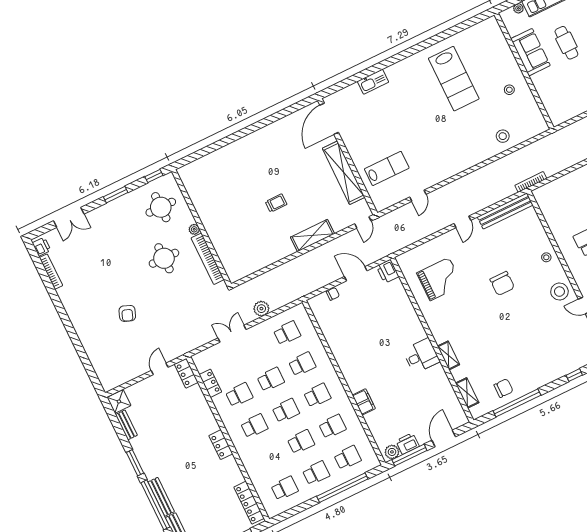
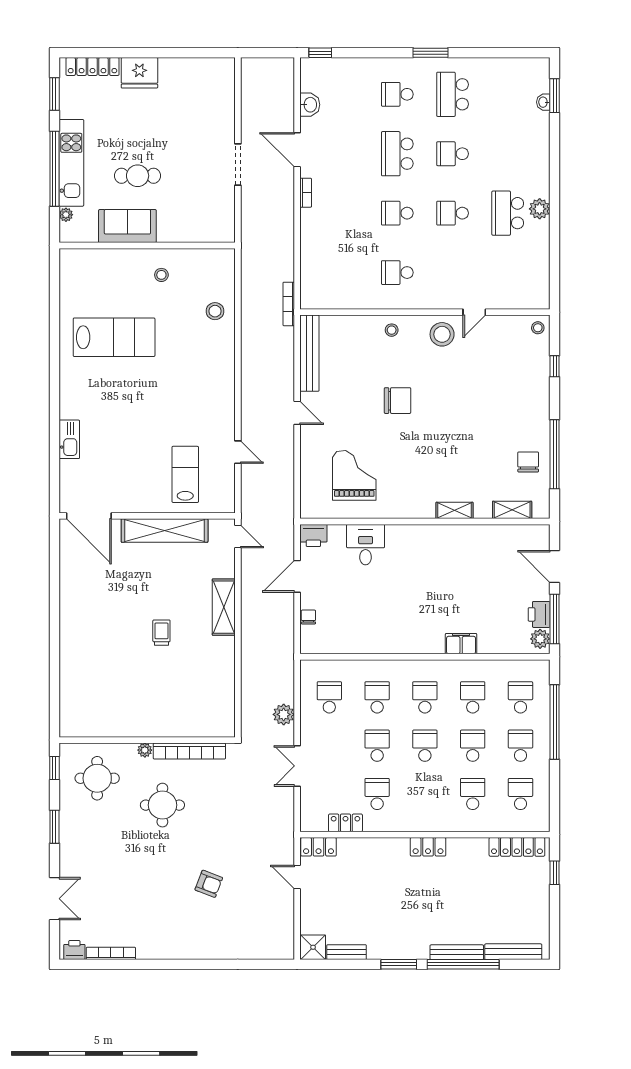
desk: (421, 356) -> (366, 545), moved
school desk: (254, 426) -> (473, 794), moved

